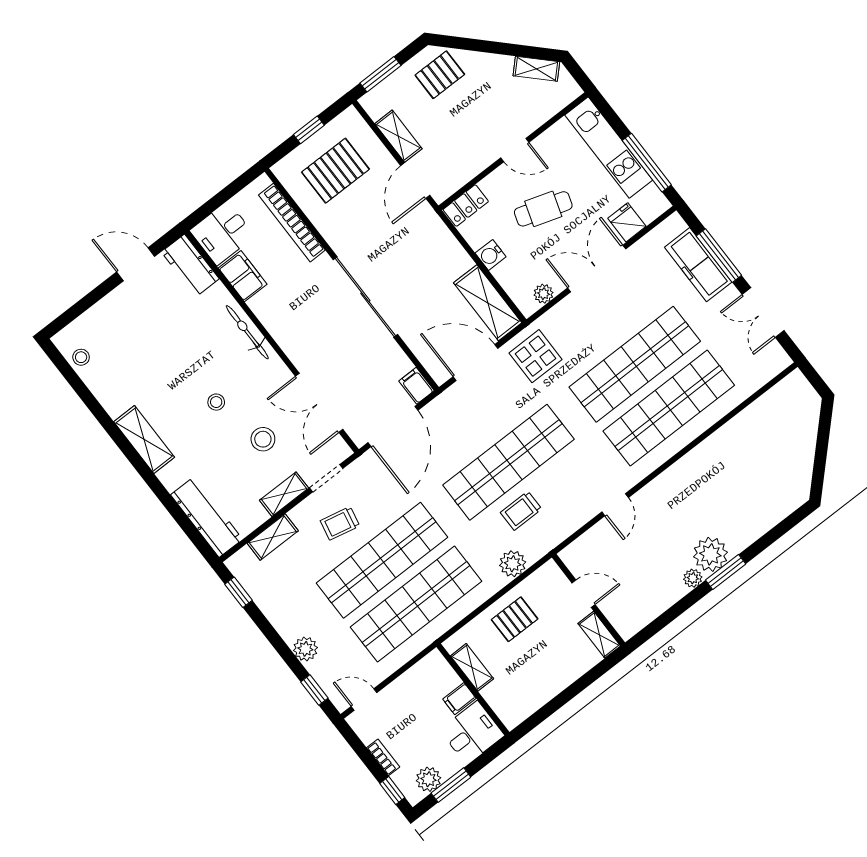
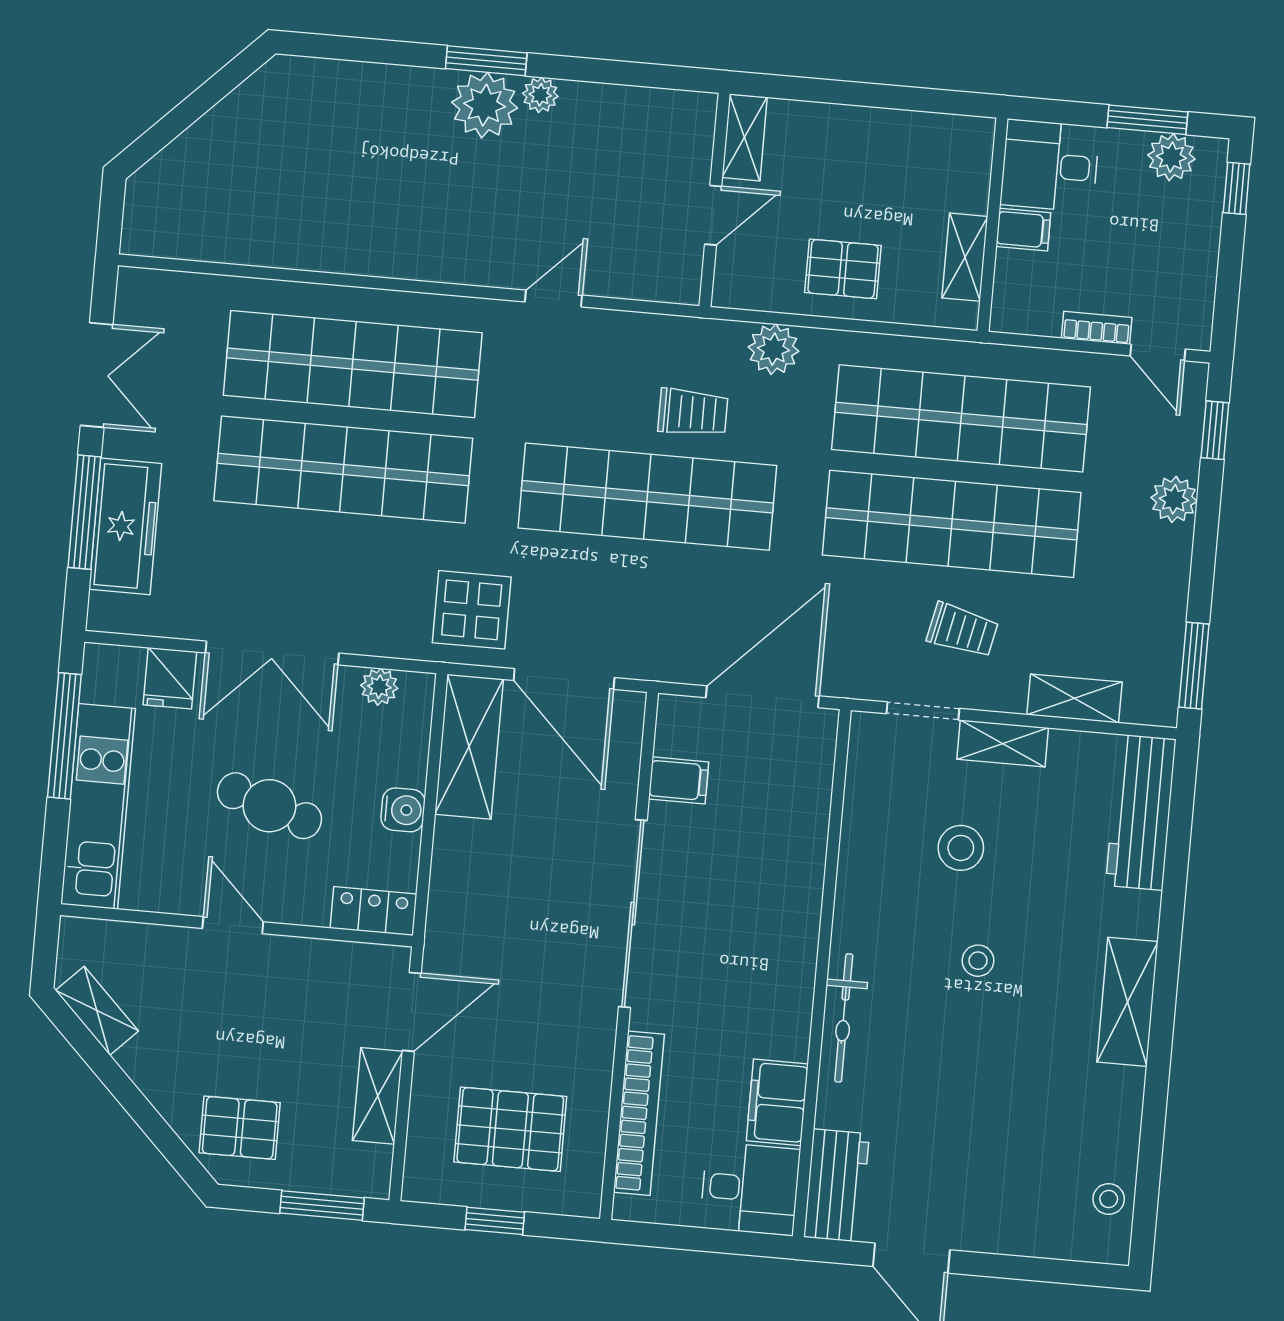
filing cabinet: (417, 386) -> (679, 780), moved, turned -90
double door: (319, 403) -> (835, 826), removed
window: (238, 592) -> (1194, 666), width x1.50
door: (584, 594) -> (713, 215), swing flipped
bookcase: (383, 757) -> (1097, 328), moved, turned 90

